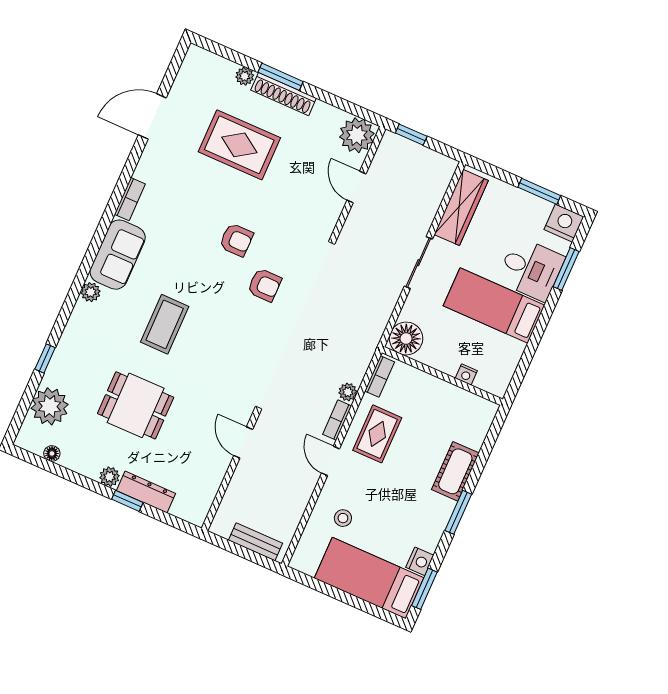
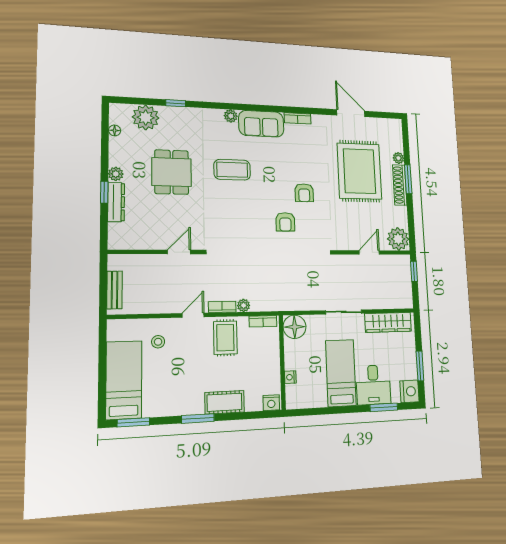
rug: (239, 145) -> (359, 171), width x1.37, depth x1.44
rug: (377, 434) -> (225, 338), turned 90
nightstand: (420, 561) -> (271, 403), moved

